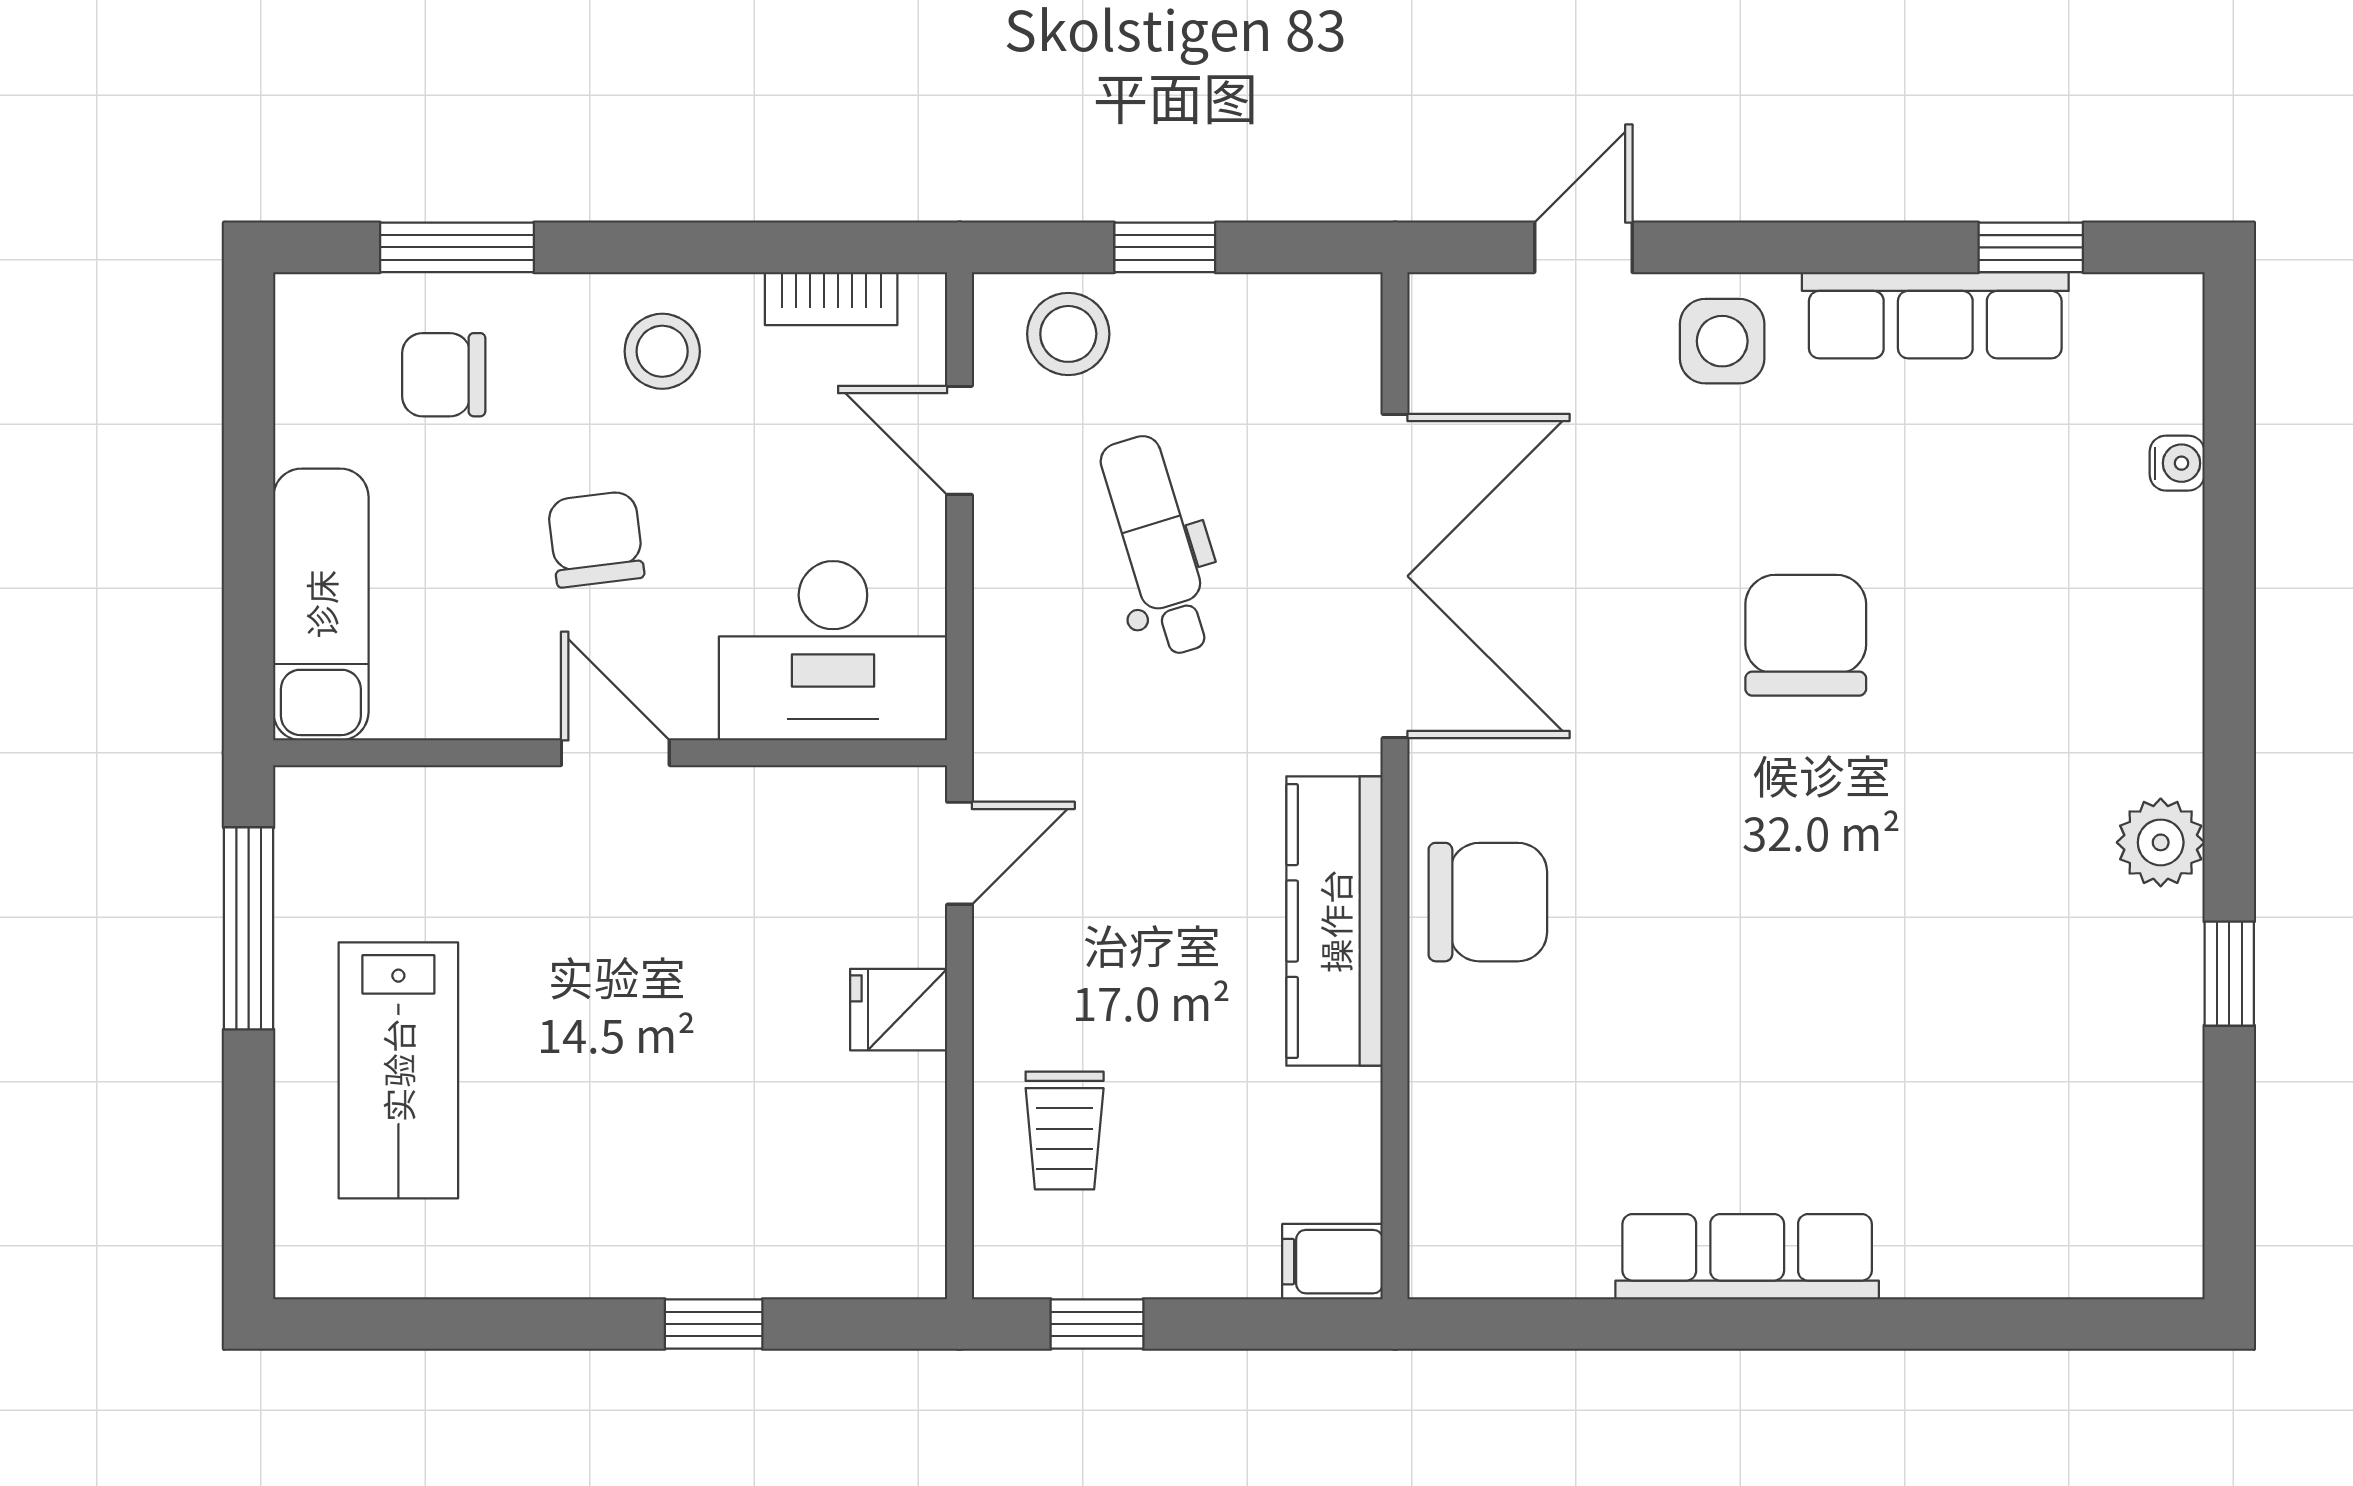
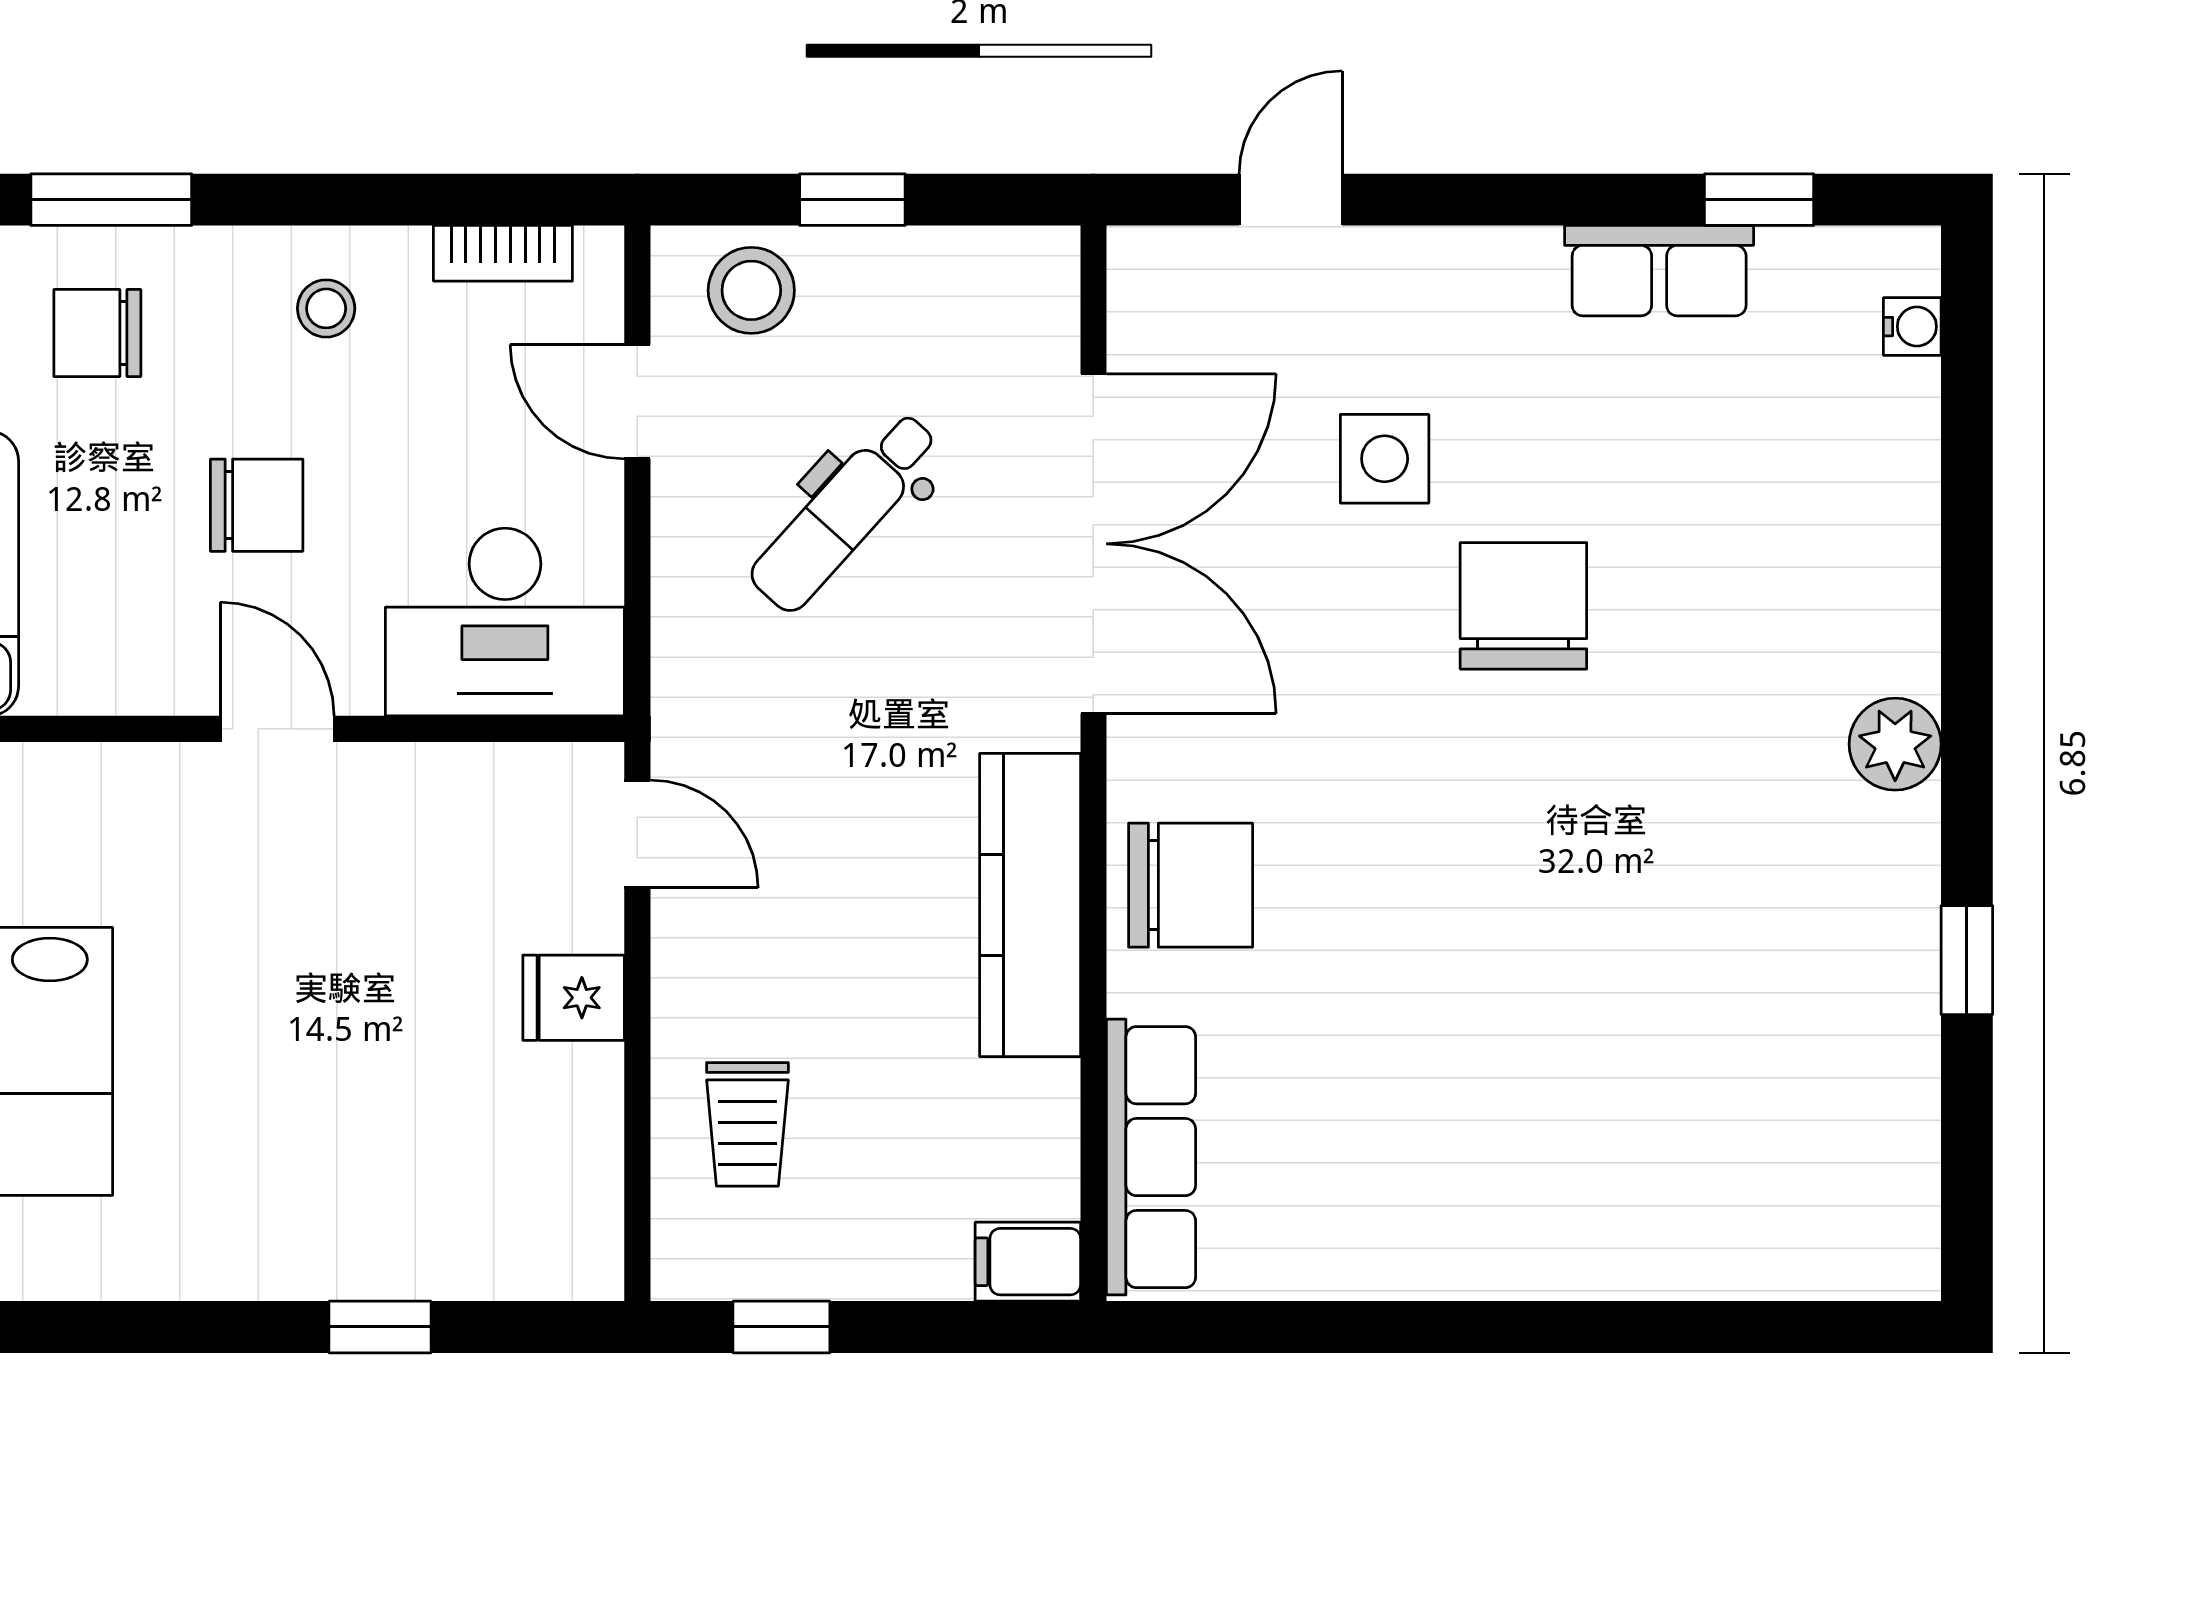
row of seats: (1935, 315) -> (1659, 271), width x0.68
side table: (1722, 341) -> (1385, 459), moved
stool: (662, 351) -> (326, 308), width x0.73, depth x0.73
water cooler: (2177, 463) -> (1912, 327), moved
chair: (596, 539) -> (257, 505), turned 97
dental chair: (1157, 545) -> (845, 512), turned -121
plant: (2161, 842) -> (1895, 744), moved
door: (959, 853) -> (637, 834), hinge flipped
row of seats: (1747, 1257) -> (1151, 1157), moved, turned 90

